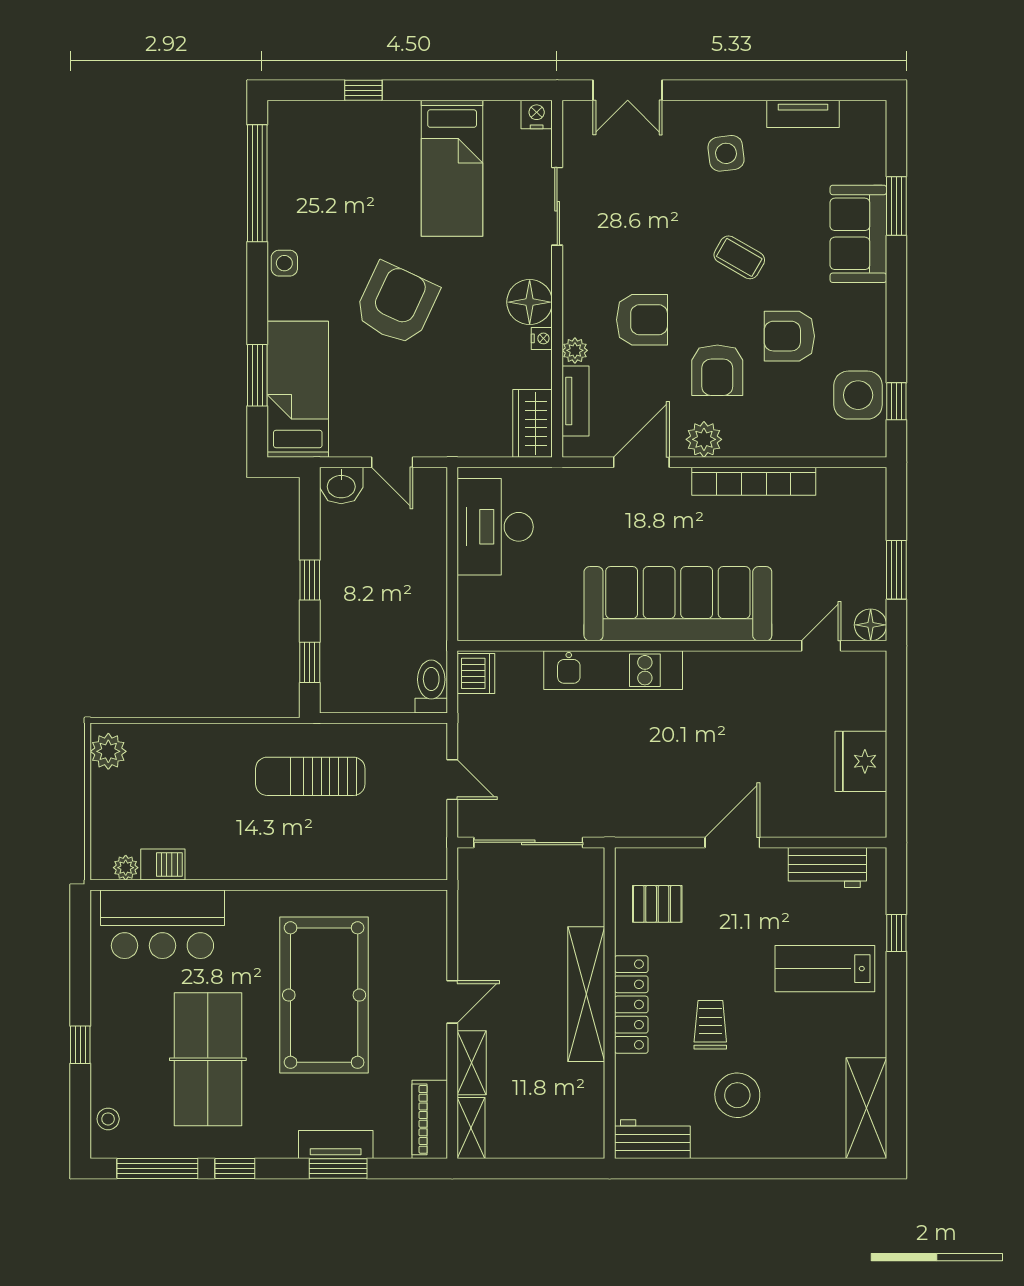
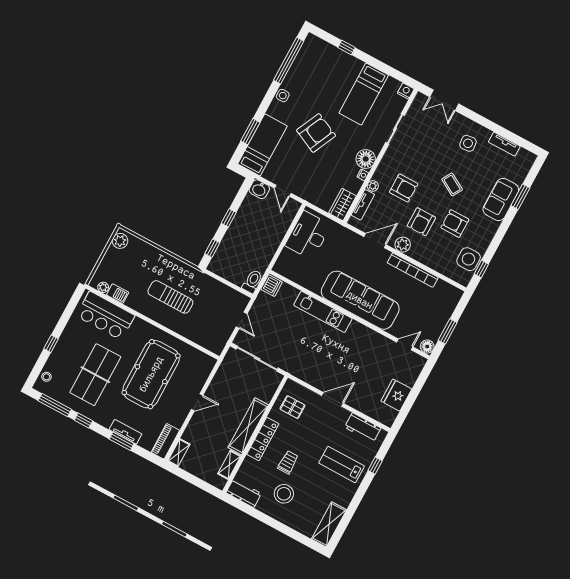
sun lounger: (310, 776) -> (170, 297), moved
shelving: (472, 1063) -> (229, 465), moved

